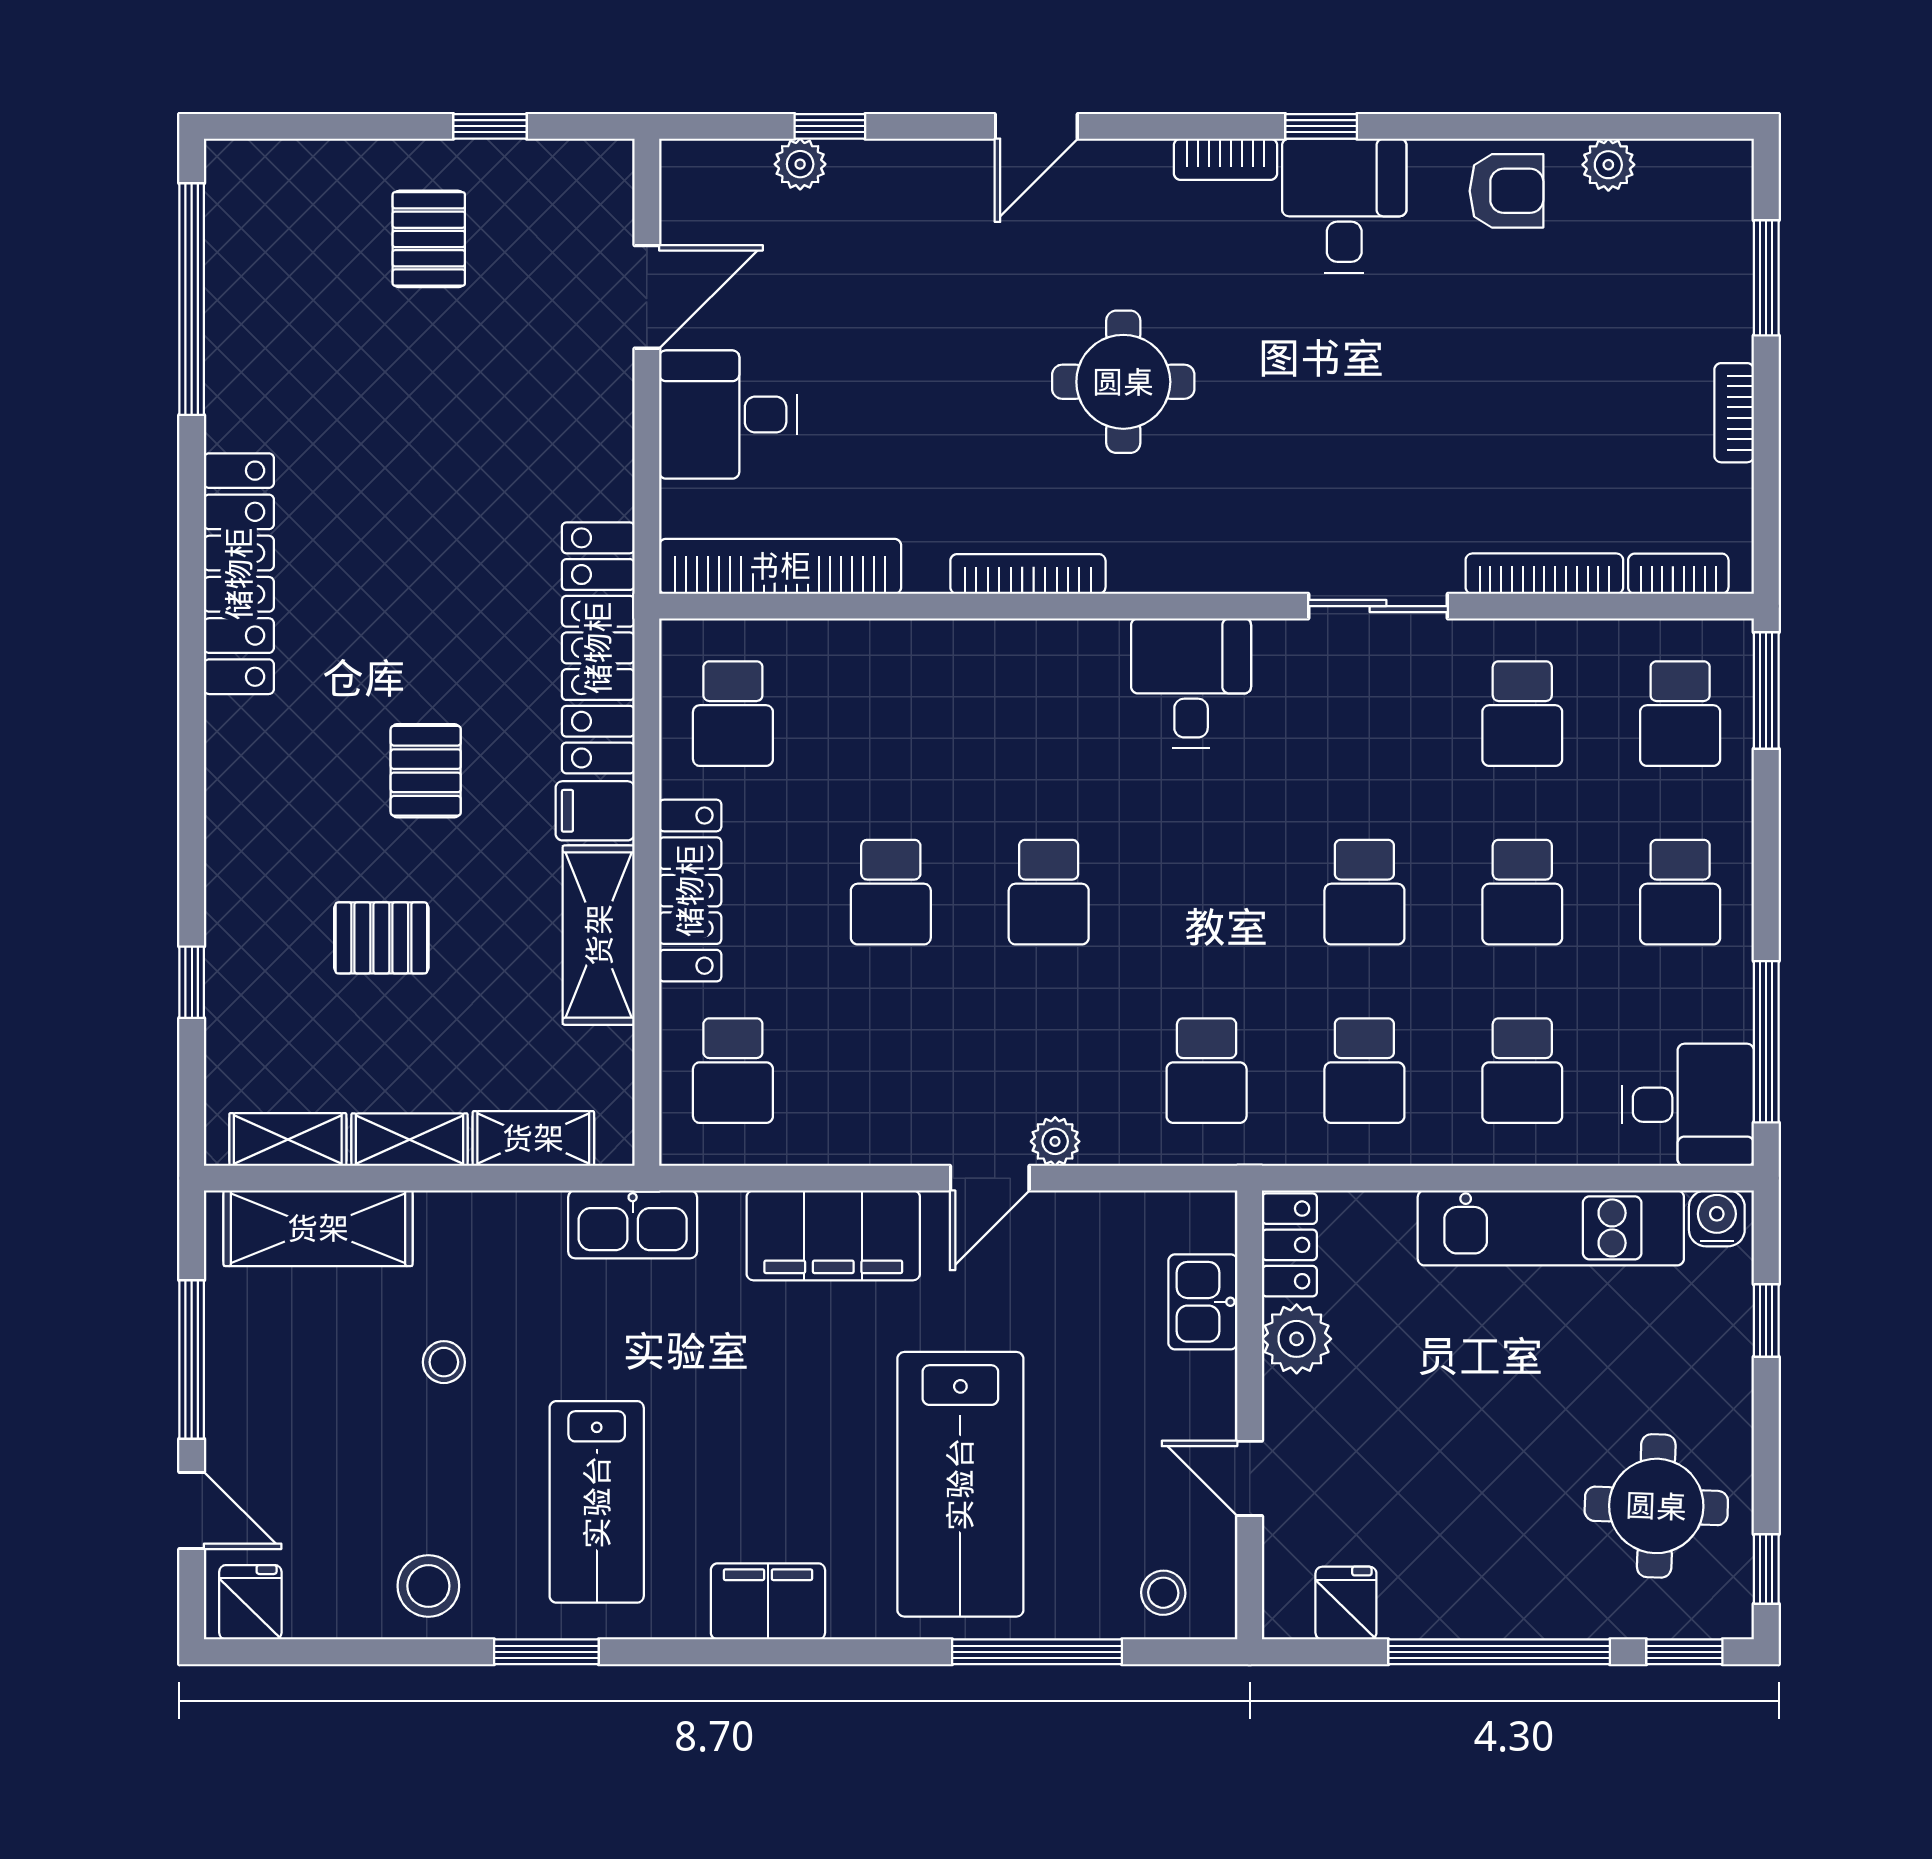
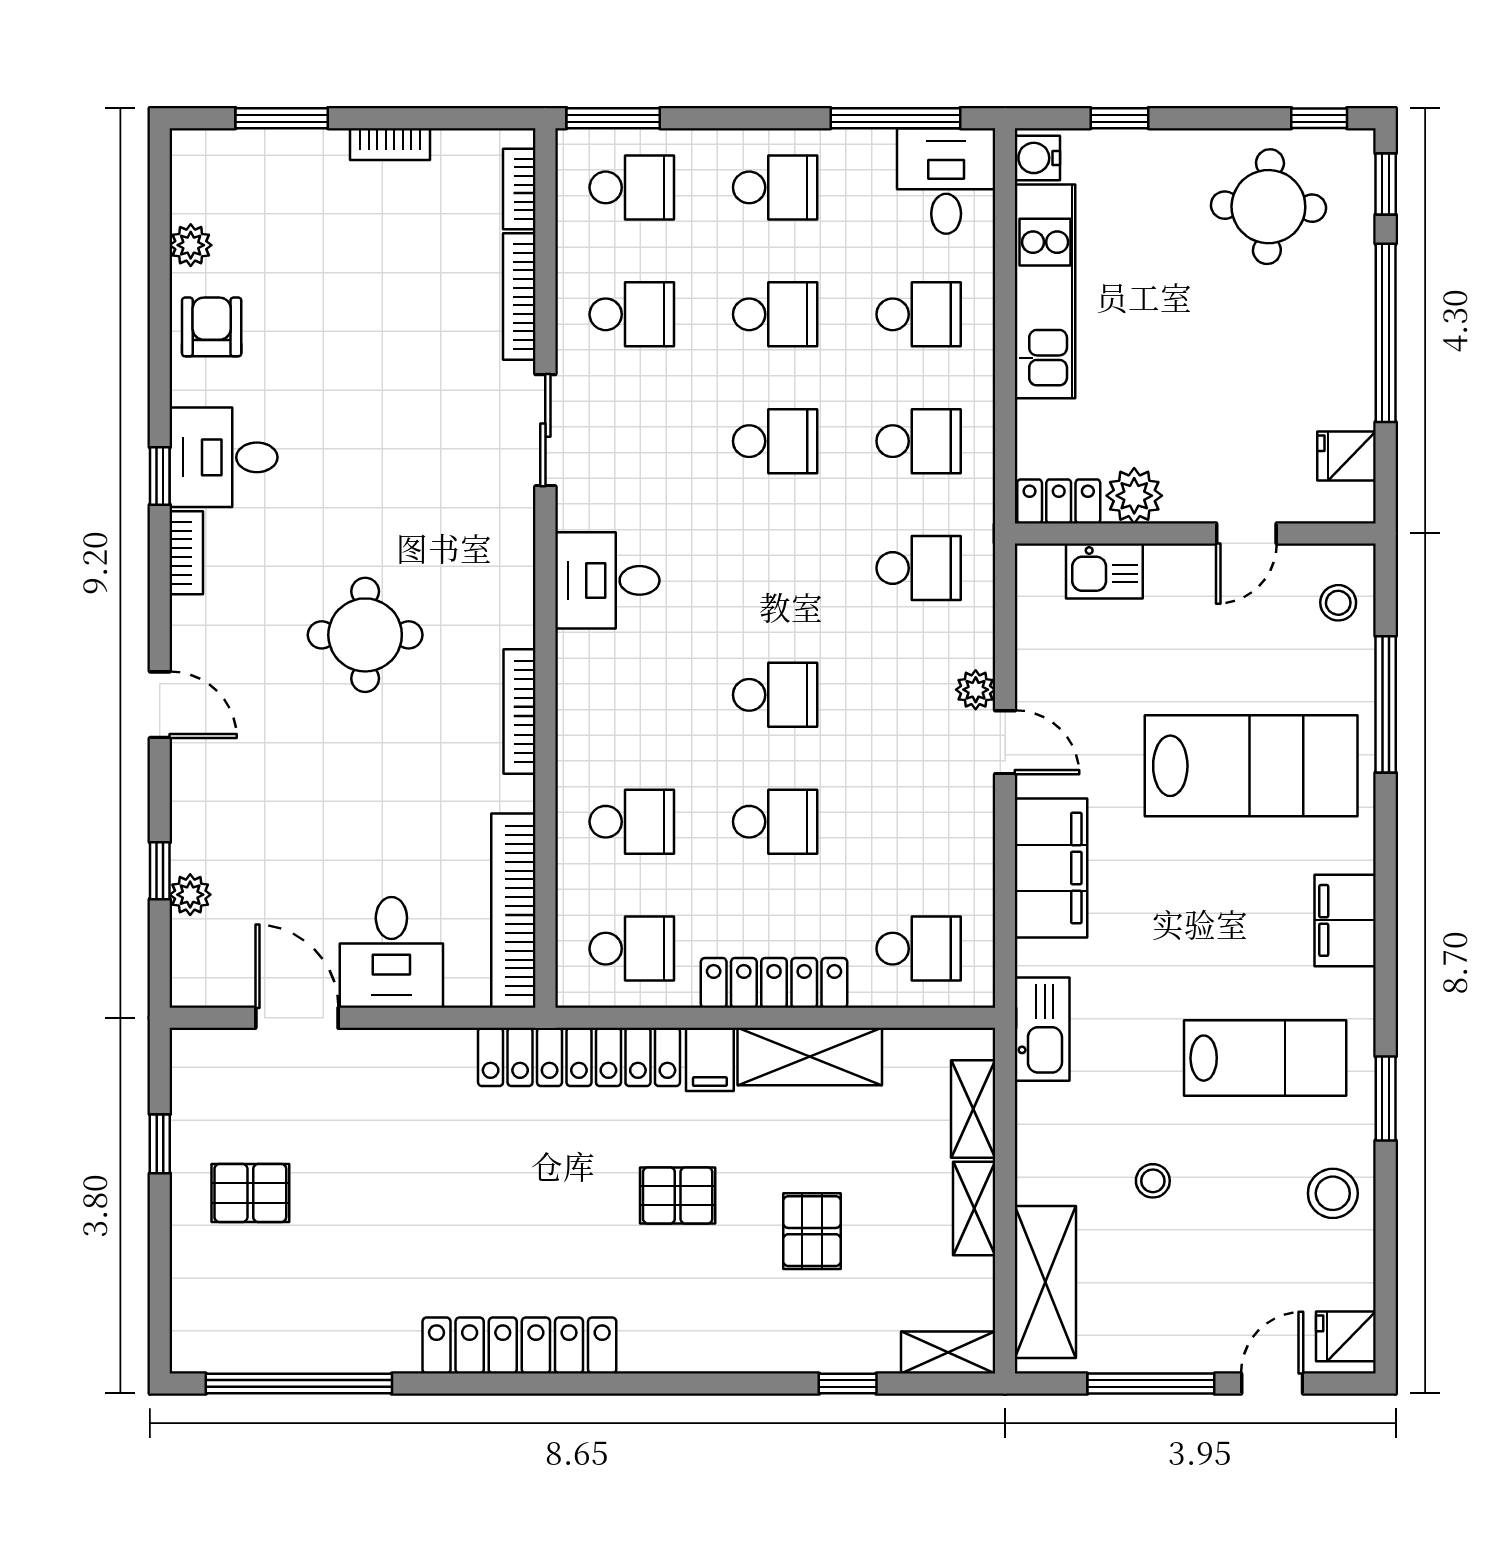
school desk: (891, 714) -> (632, 822), added
shelving: (288, 1139) -> (948, 1352), moved, turned 90

